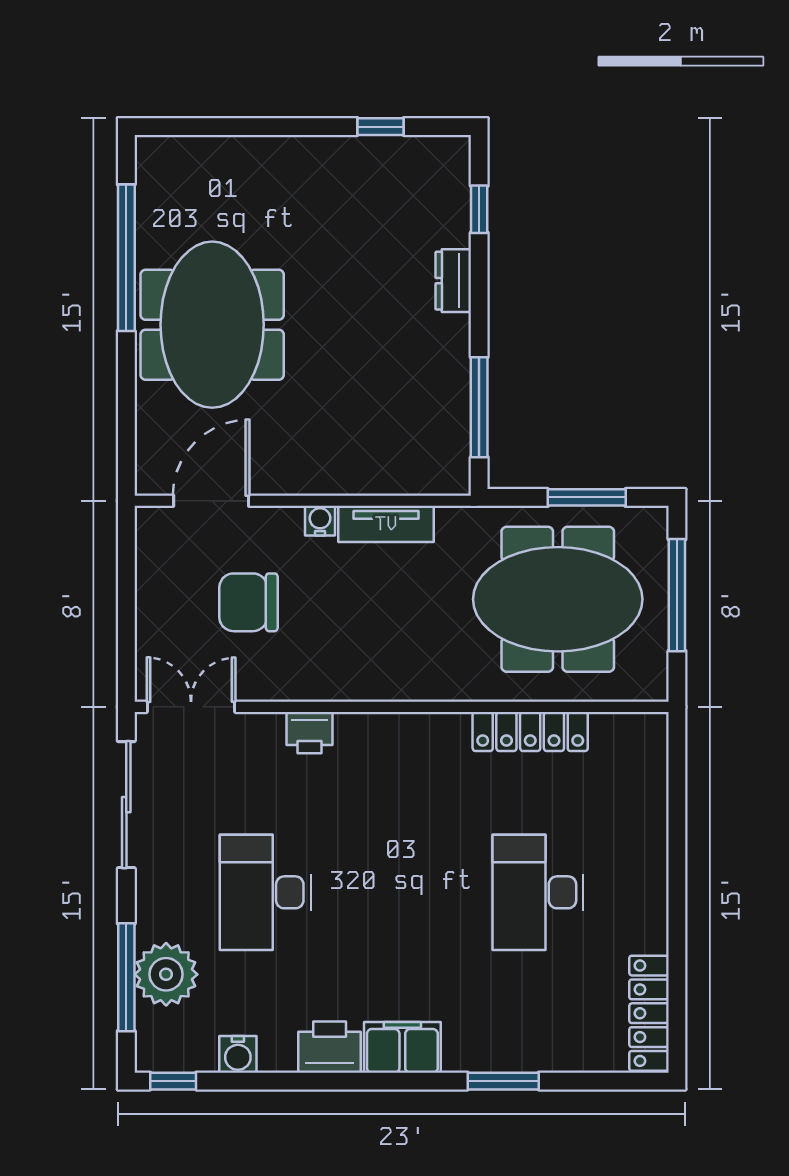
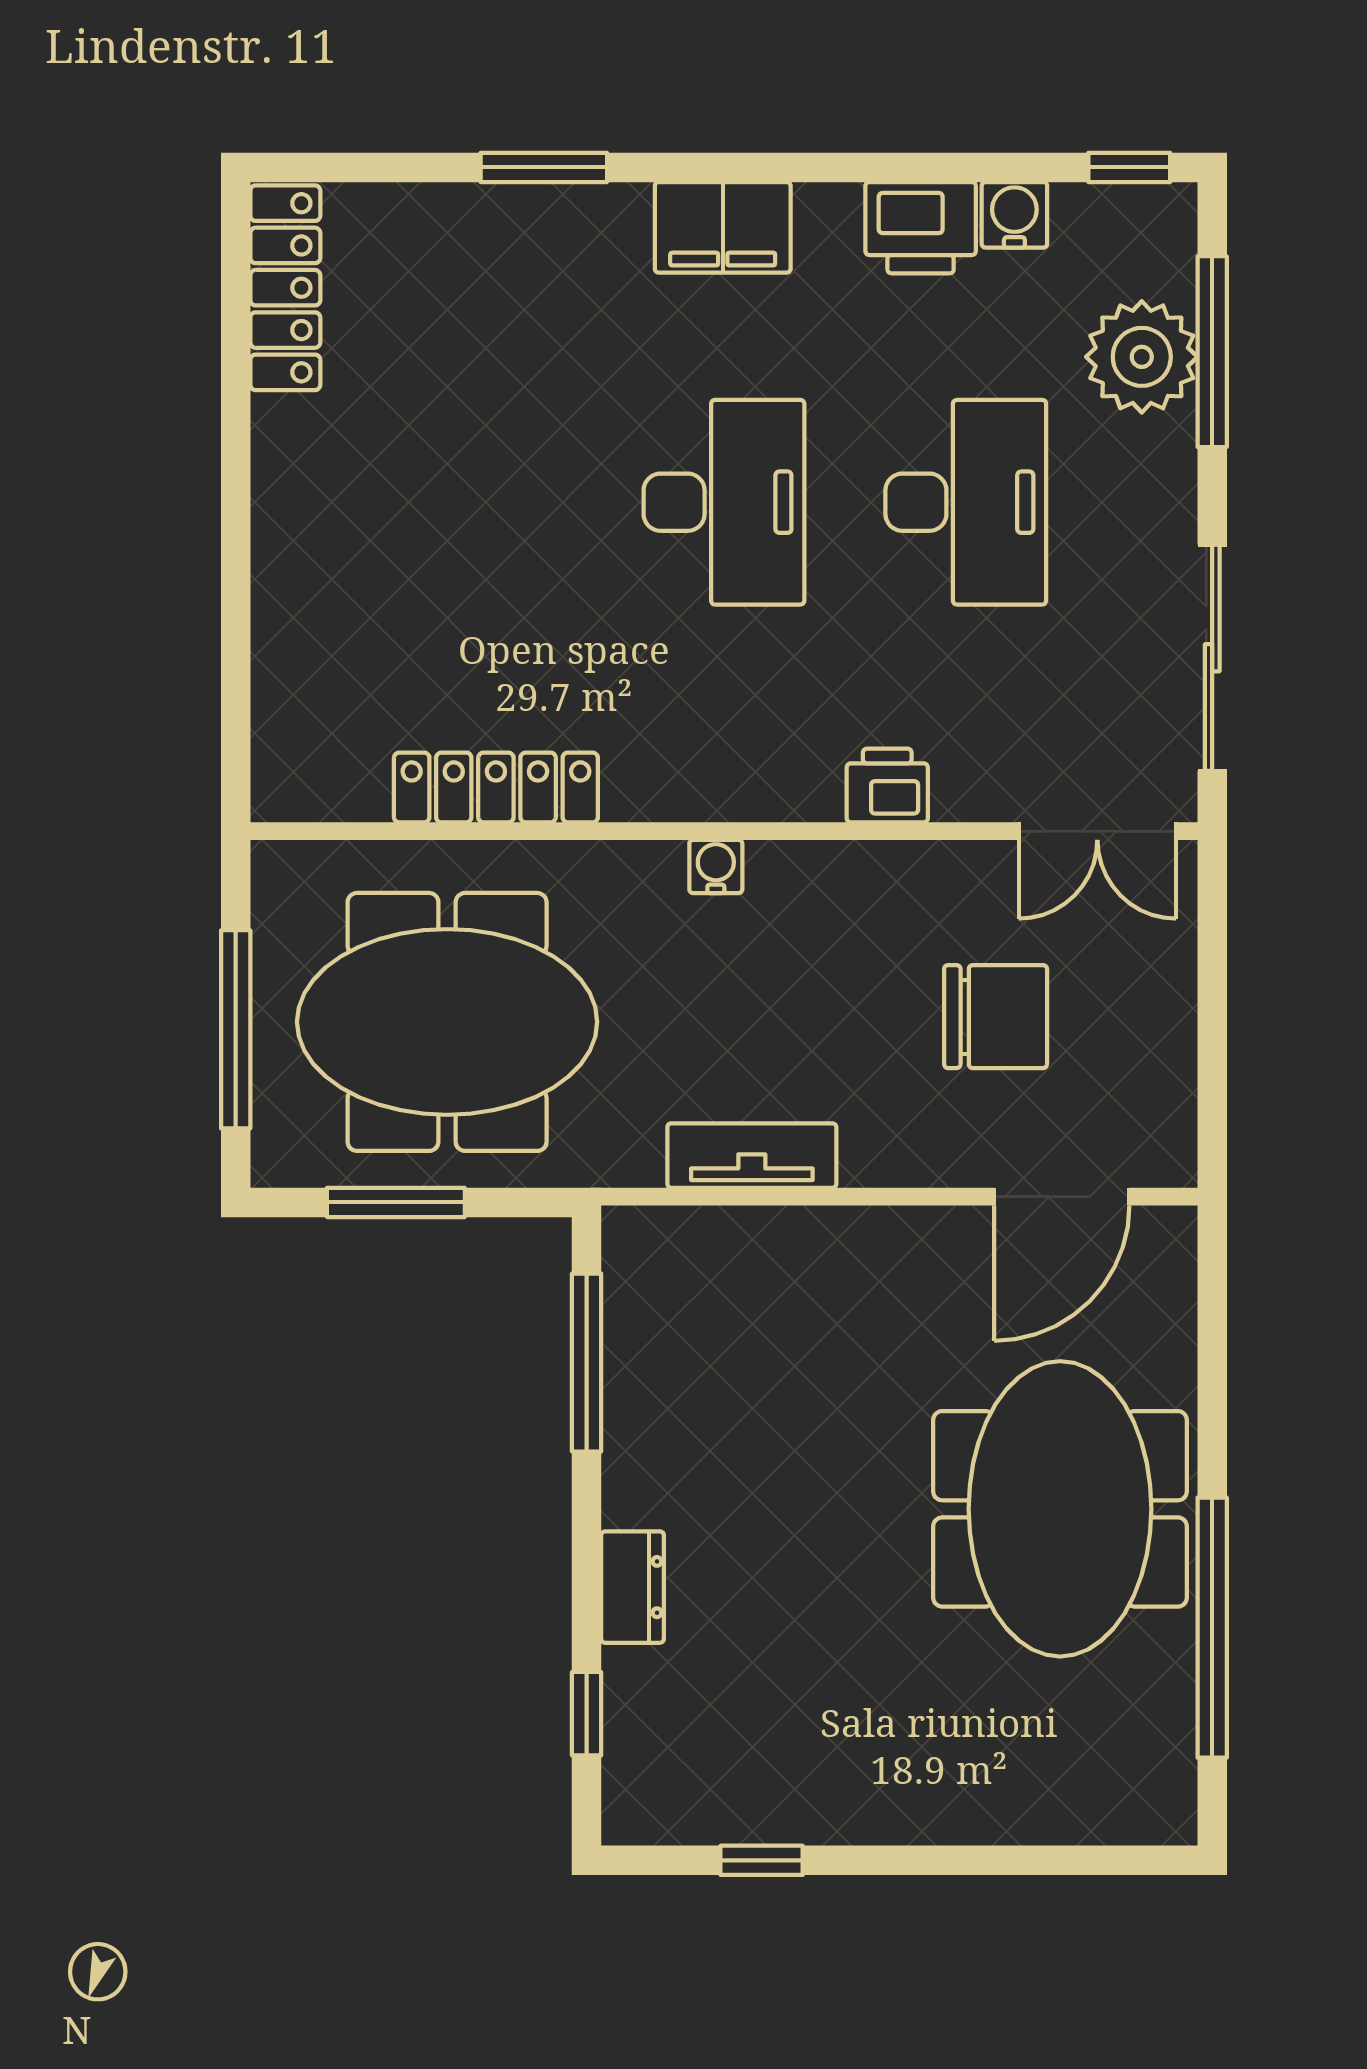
water cooler: (320, 521) -> (716, 866), moved, turned 180
desk: (538, 892) -> (724, 502), moved
printer: (330, 1047) -> (921, 228), moved

